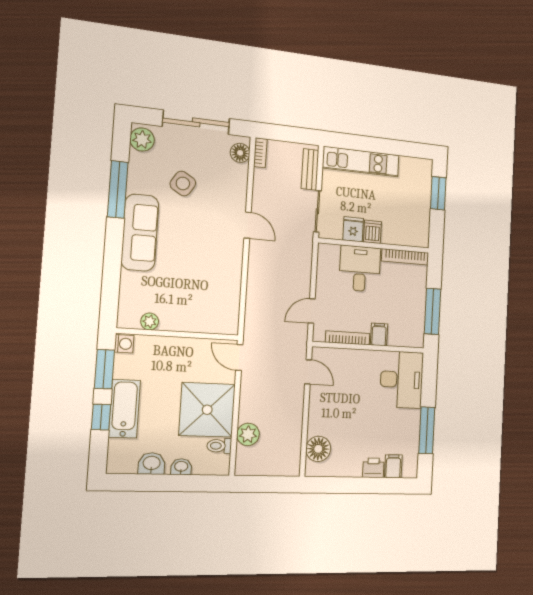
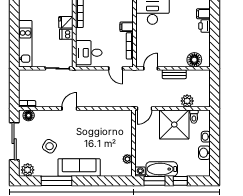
bench: (310, 169) -> (174, 74), moved
fridge: (353, 229) -> (66, 22), moved
desk: (360, 269) -> (89, 53), moved
bathtub: (124, 409) -> (162, 169), moved

